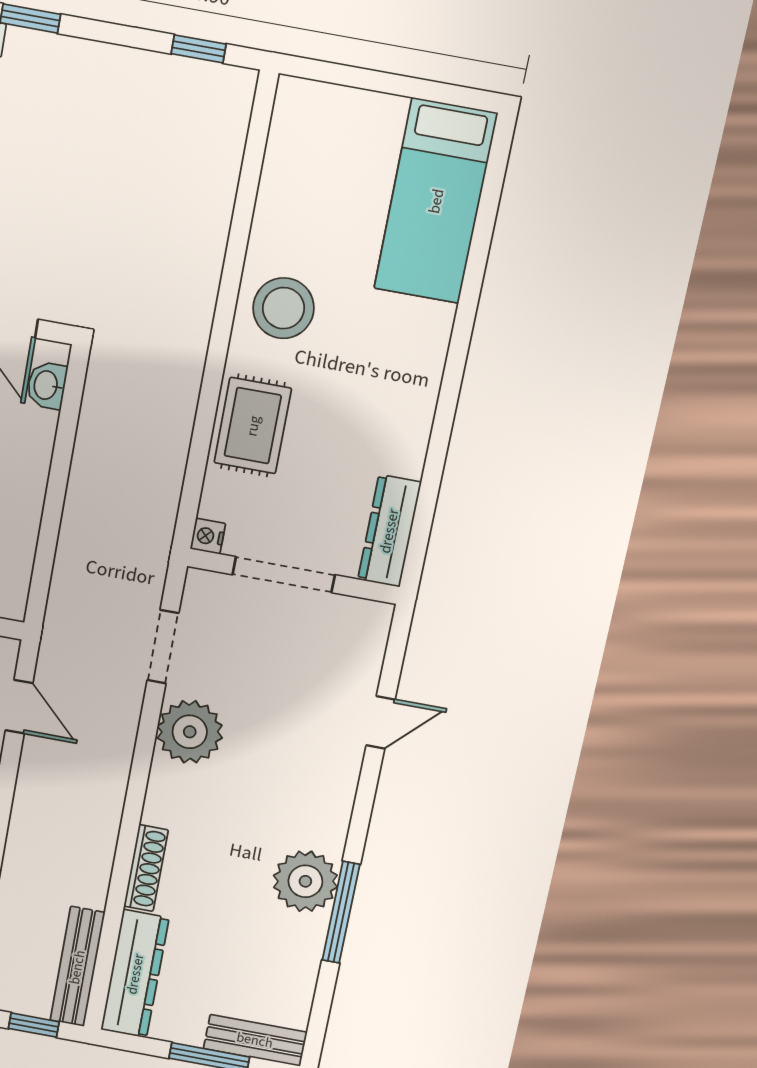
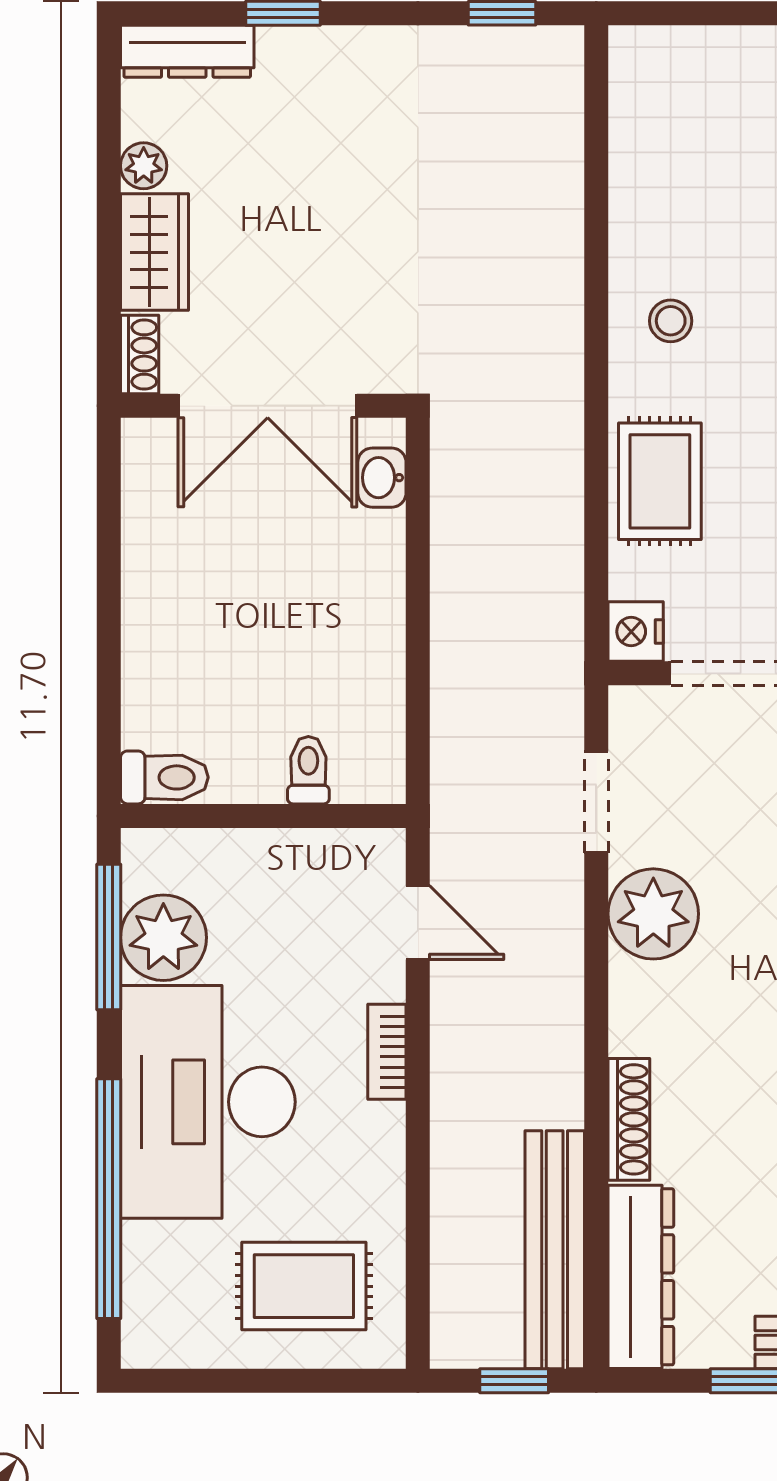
stool: (283, 308) -> (671, 321), width x0.53, depth x0.53
nightstand: (208, 536) -> (636, 632), width x1.39, depth x1.35
bench: (77, 967) -> (555, 1250), width x1.37, depth x1.21

